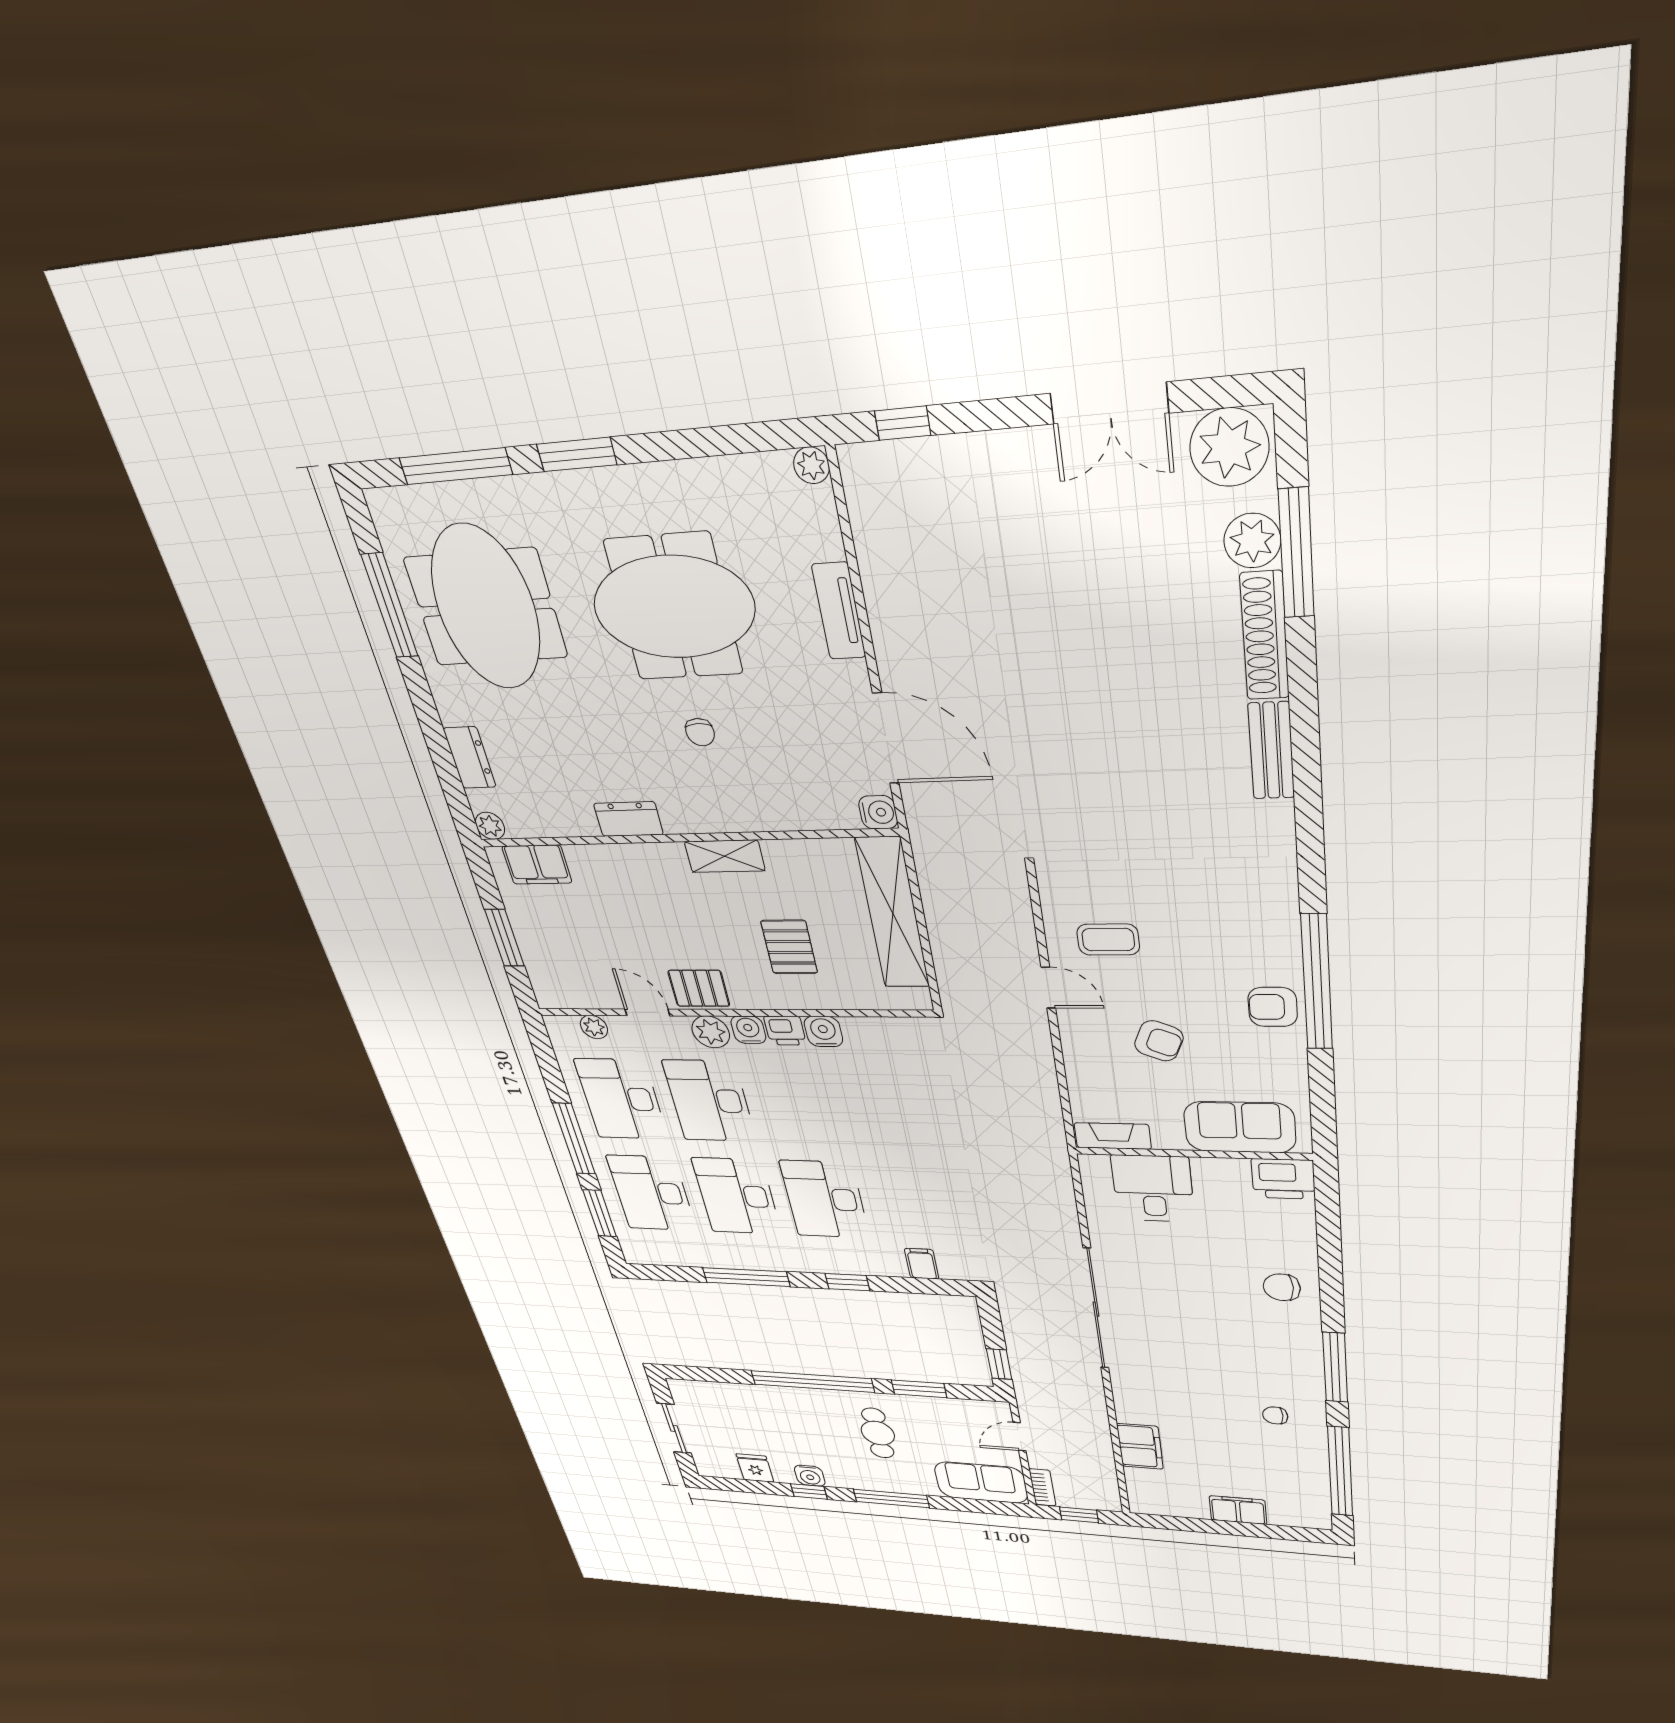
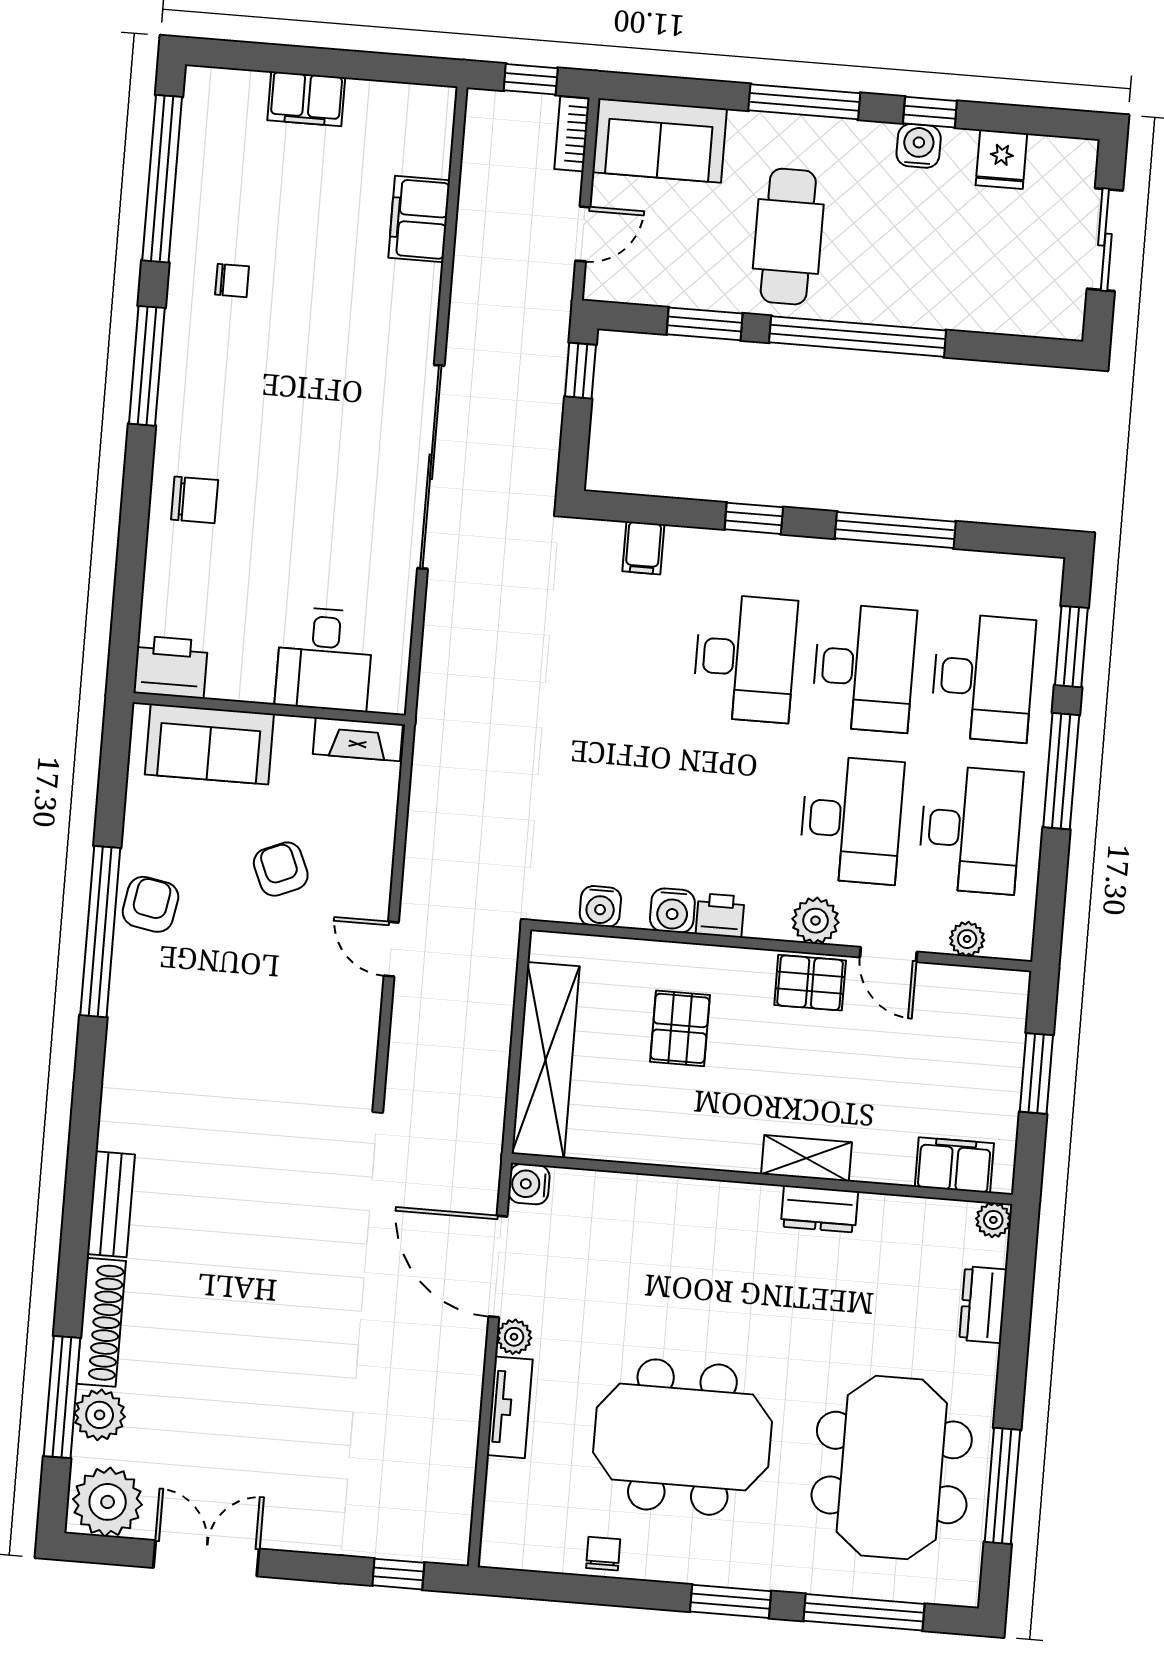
plant: (811, 465) -> (514, 1337), moved
chair: (700, 732) -> (603, 1554), moved
shelving: (725, 856) -> (806, 1158), moved
coffee table: (1108, 940) -> (313, 1005), removed
armchair: (1273, 1007) -> (150, 904), turned -80
water cooler: (748, 1030) -> (600, 906), moved
armchair: (1159, 1041) -> (281, 869), turned 44
cafe table: (878, 1433) -> (788, 237), width x1.37, depth x1.35

